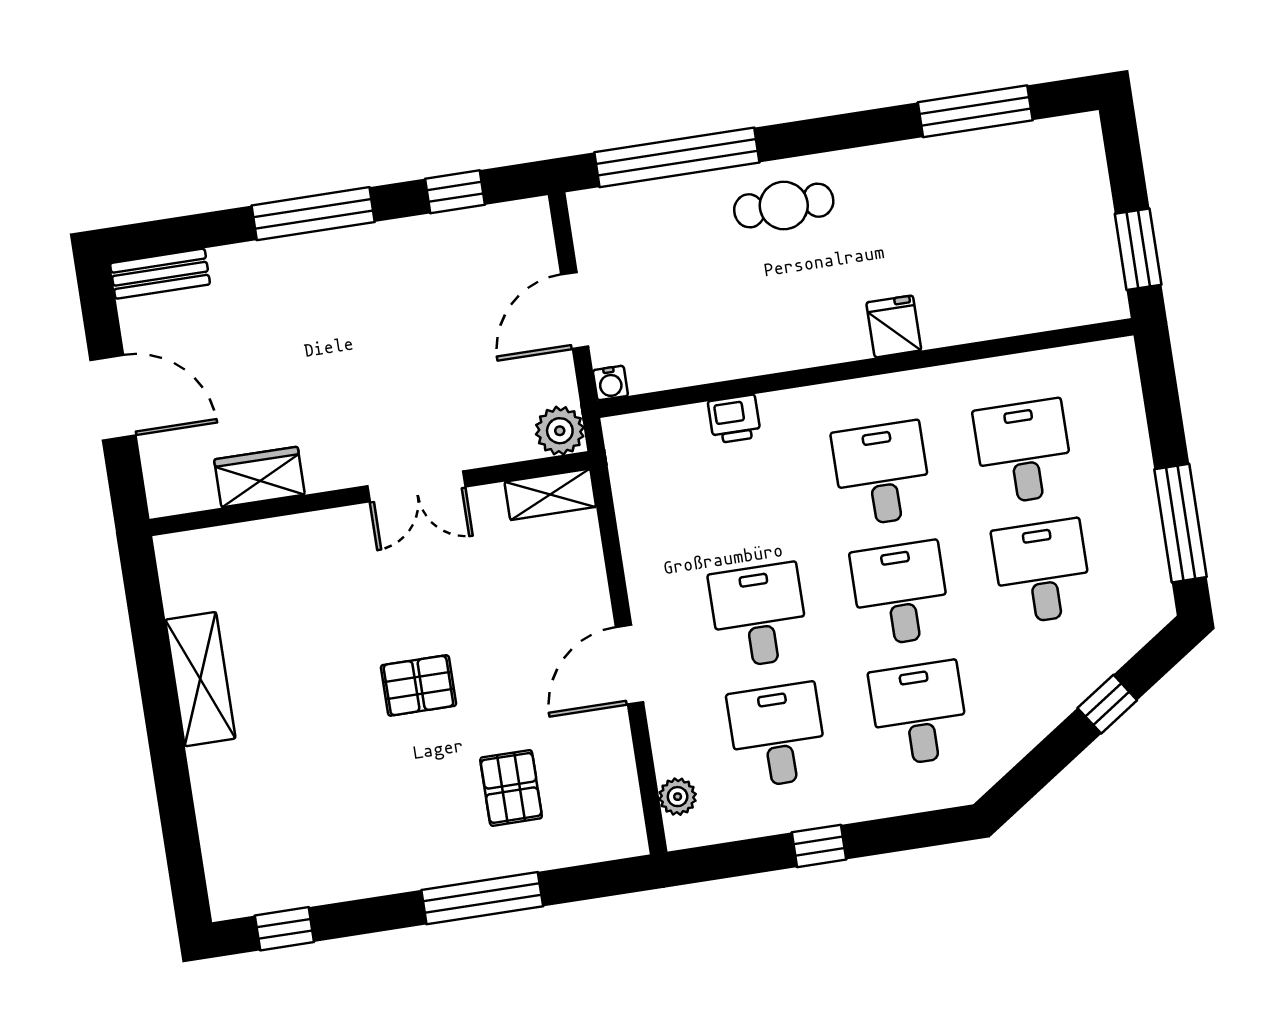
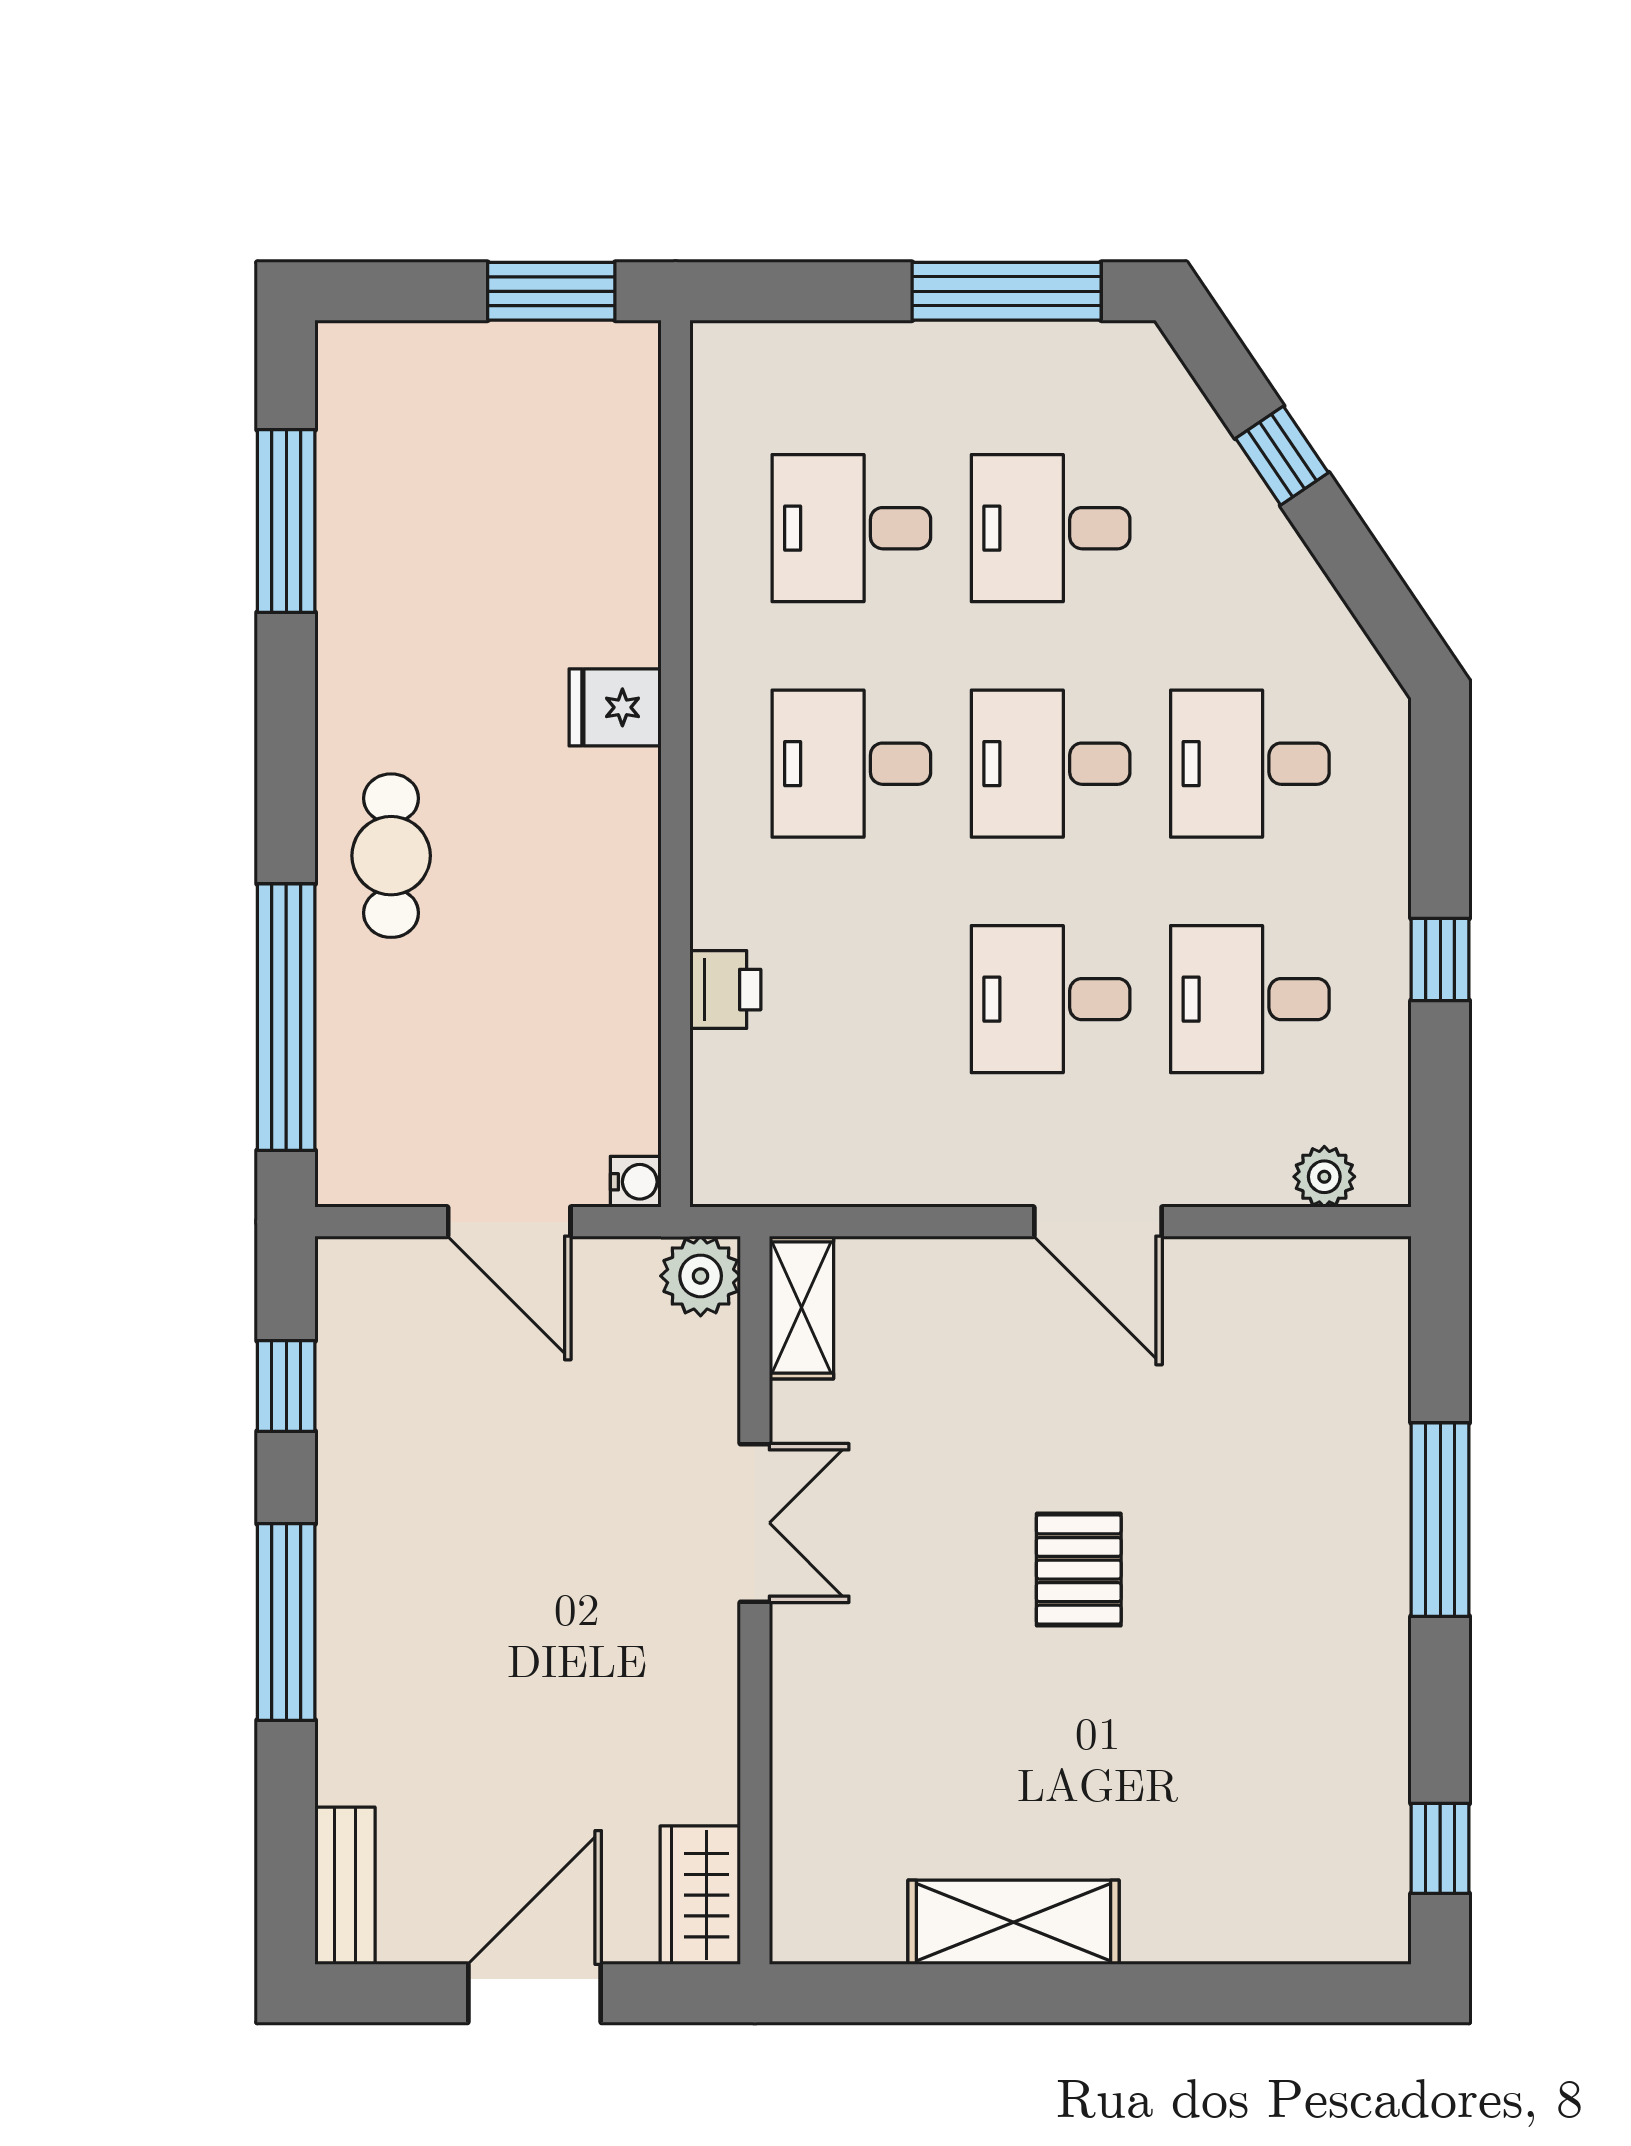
wardrobe: (260, 477) -> (700, 1895), moved
pallet: (511, 788) -> (1268, 1445), removed

